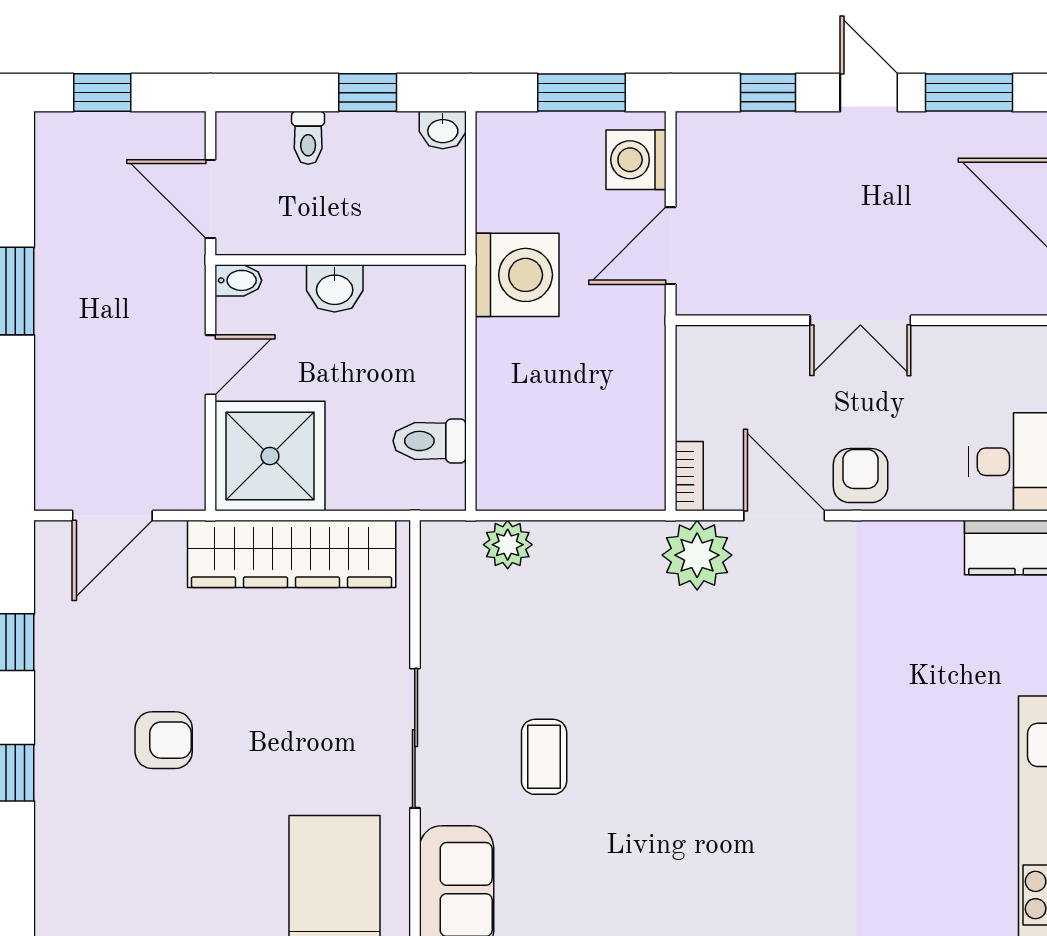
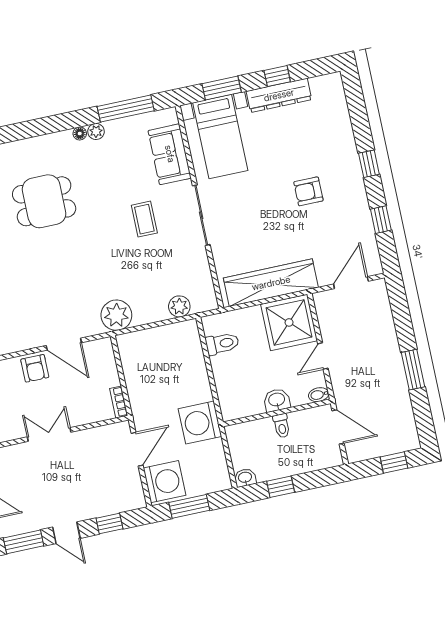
toilet: (308, 138) -> (282, 426), moved, turned 180
washing machine: (636, 160) -> (164, 482), width x1.37, depth x1.37
bookcase: (689, 476) -> (119, 402), moved
plant: (697, 555) -> (116, 315), moved
dining table: (760, 845) -> (44, 201), added

